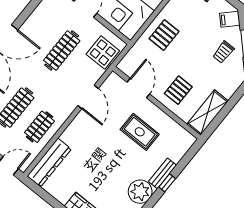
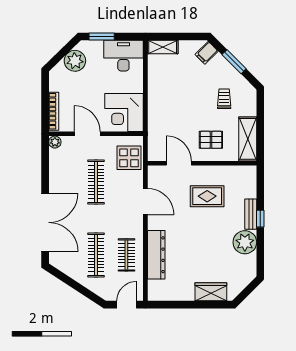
pallet: (164, 35) -> (166, 106), removed
trolley: (223, 52) -> (224, 99), moved, turned 180
pallet: (178, 90) -> (211, 140), turned 90
dresser: (49, 163) -> (156, 255), moved

